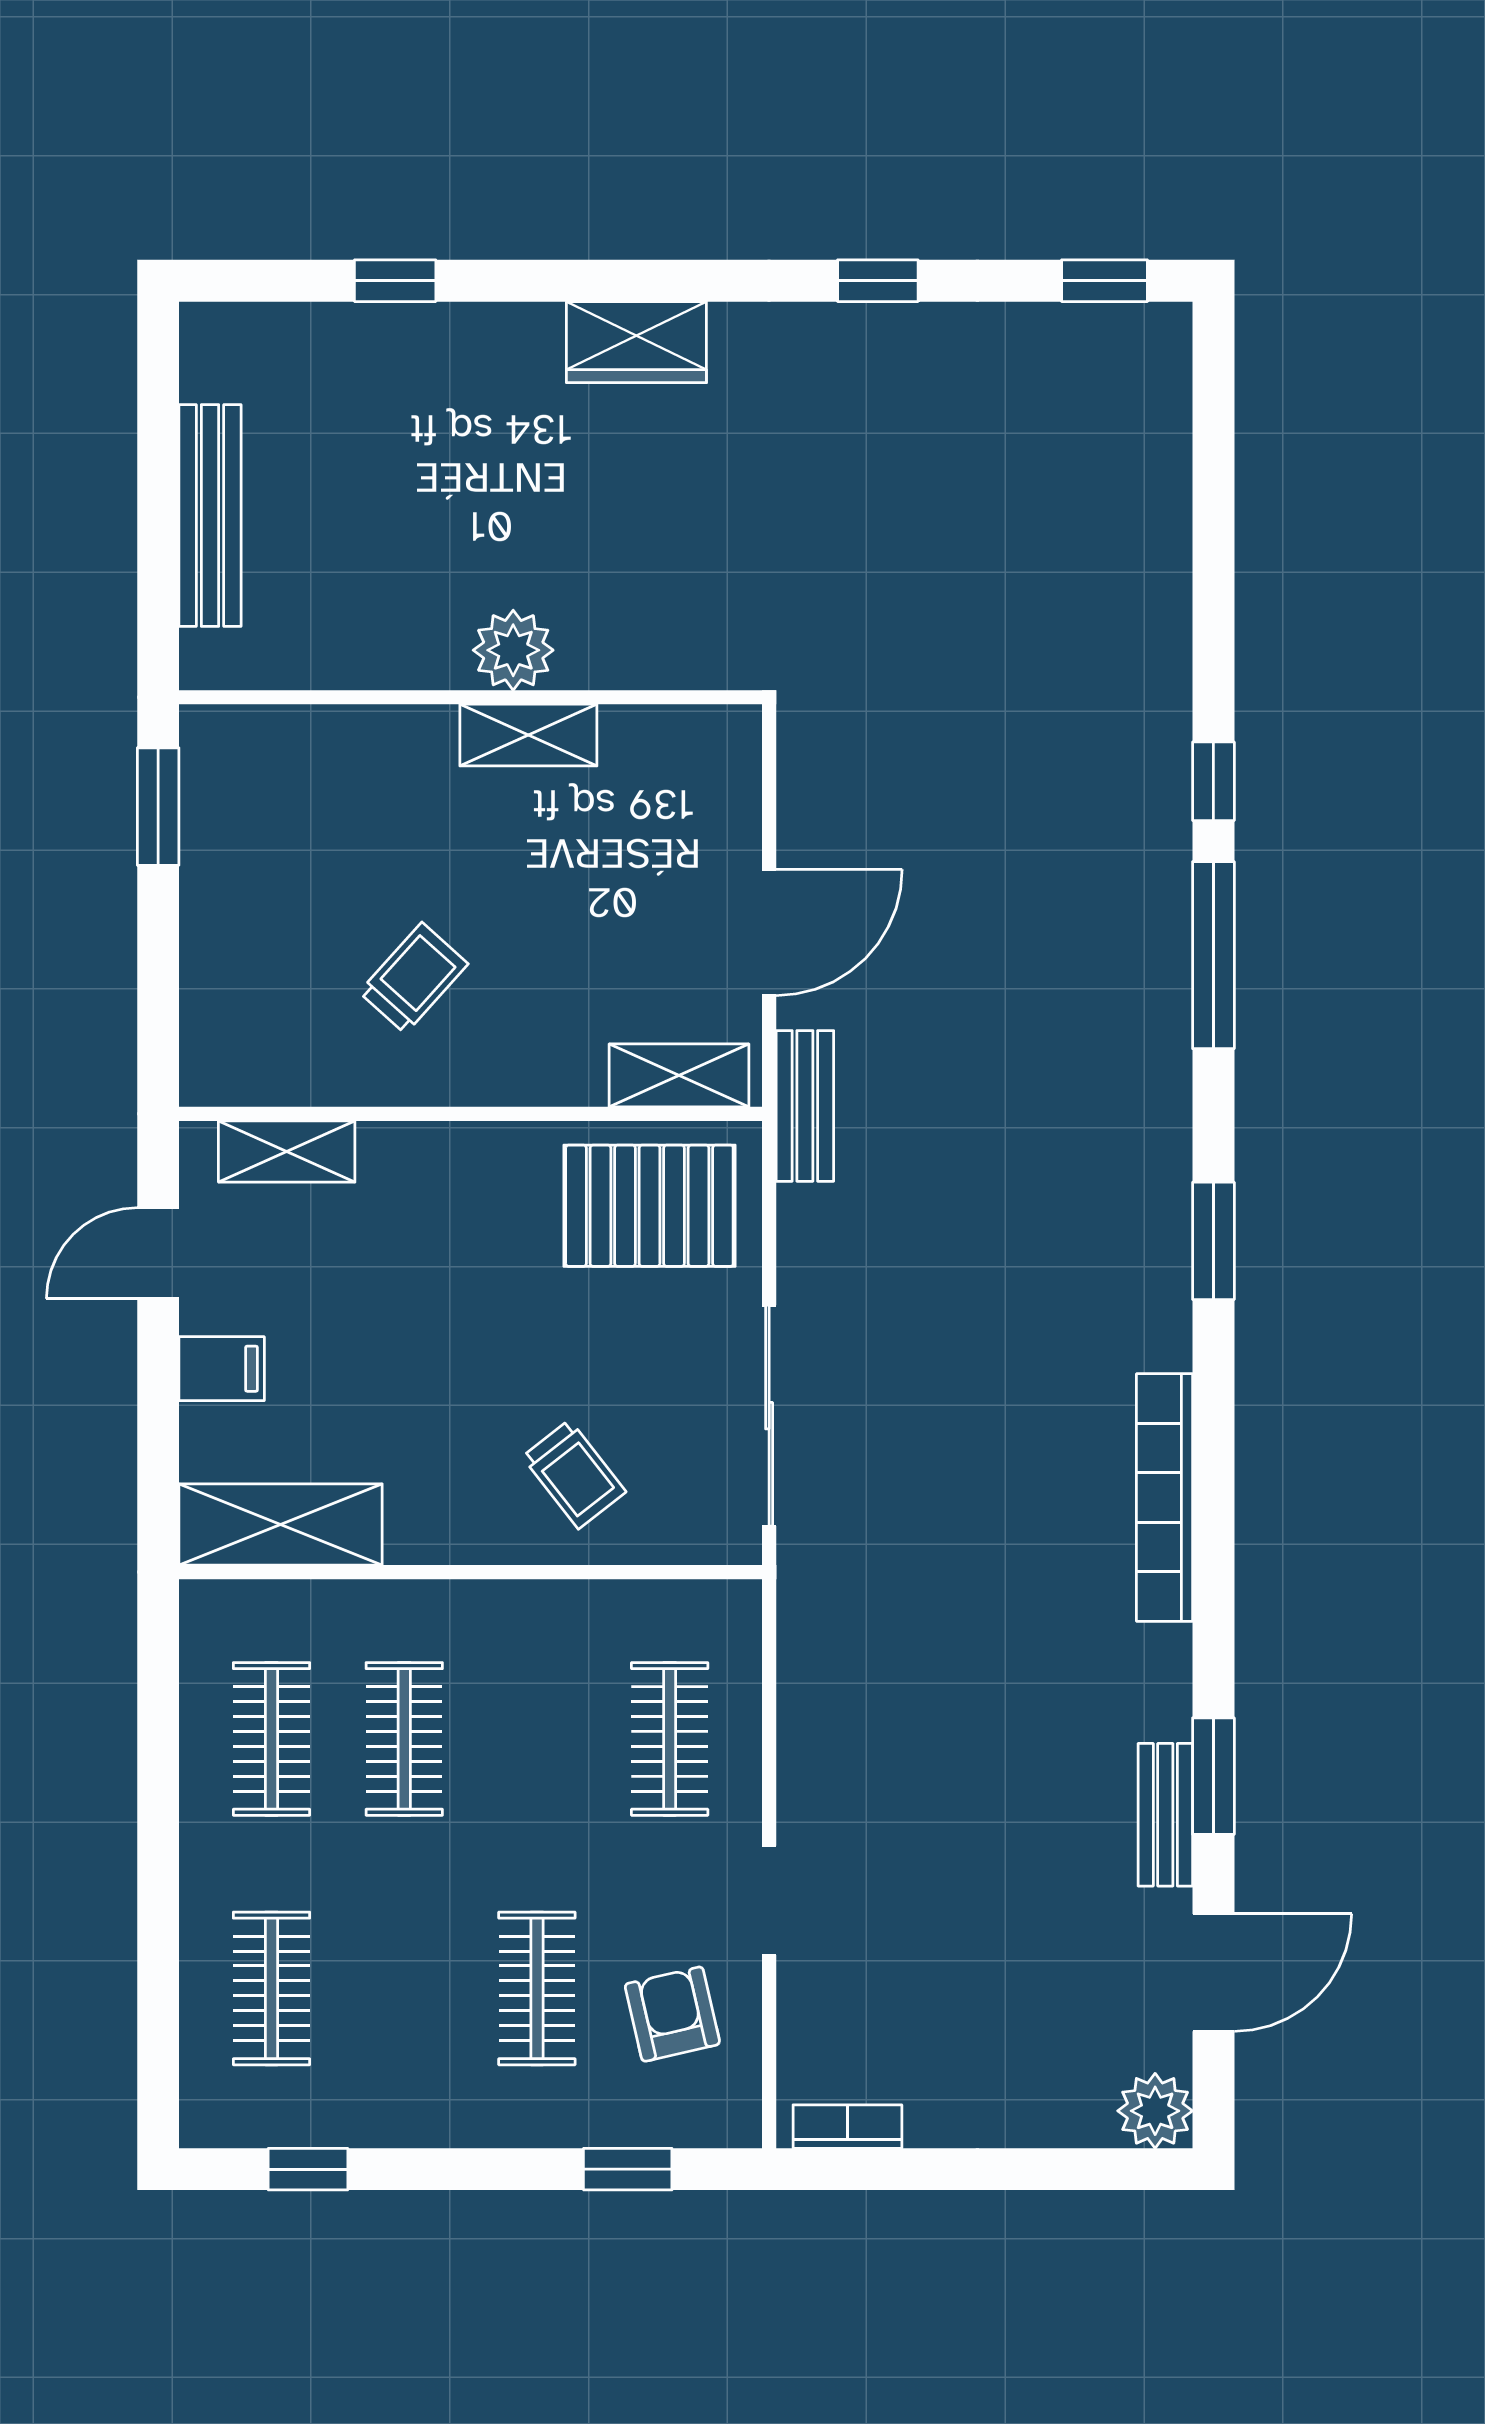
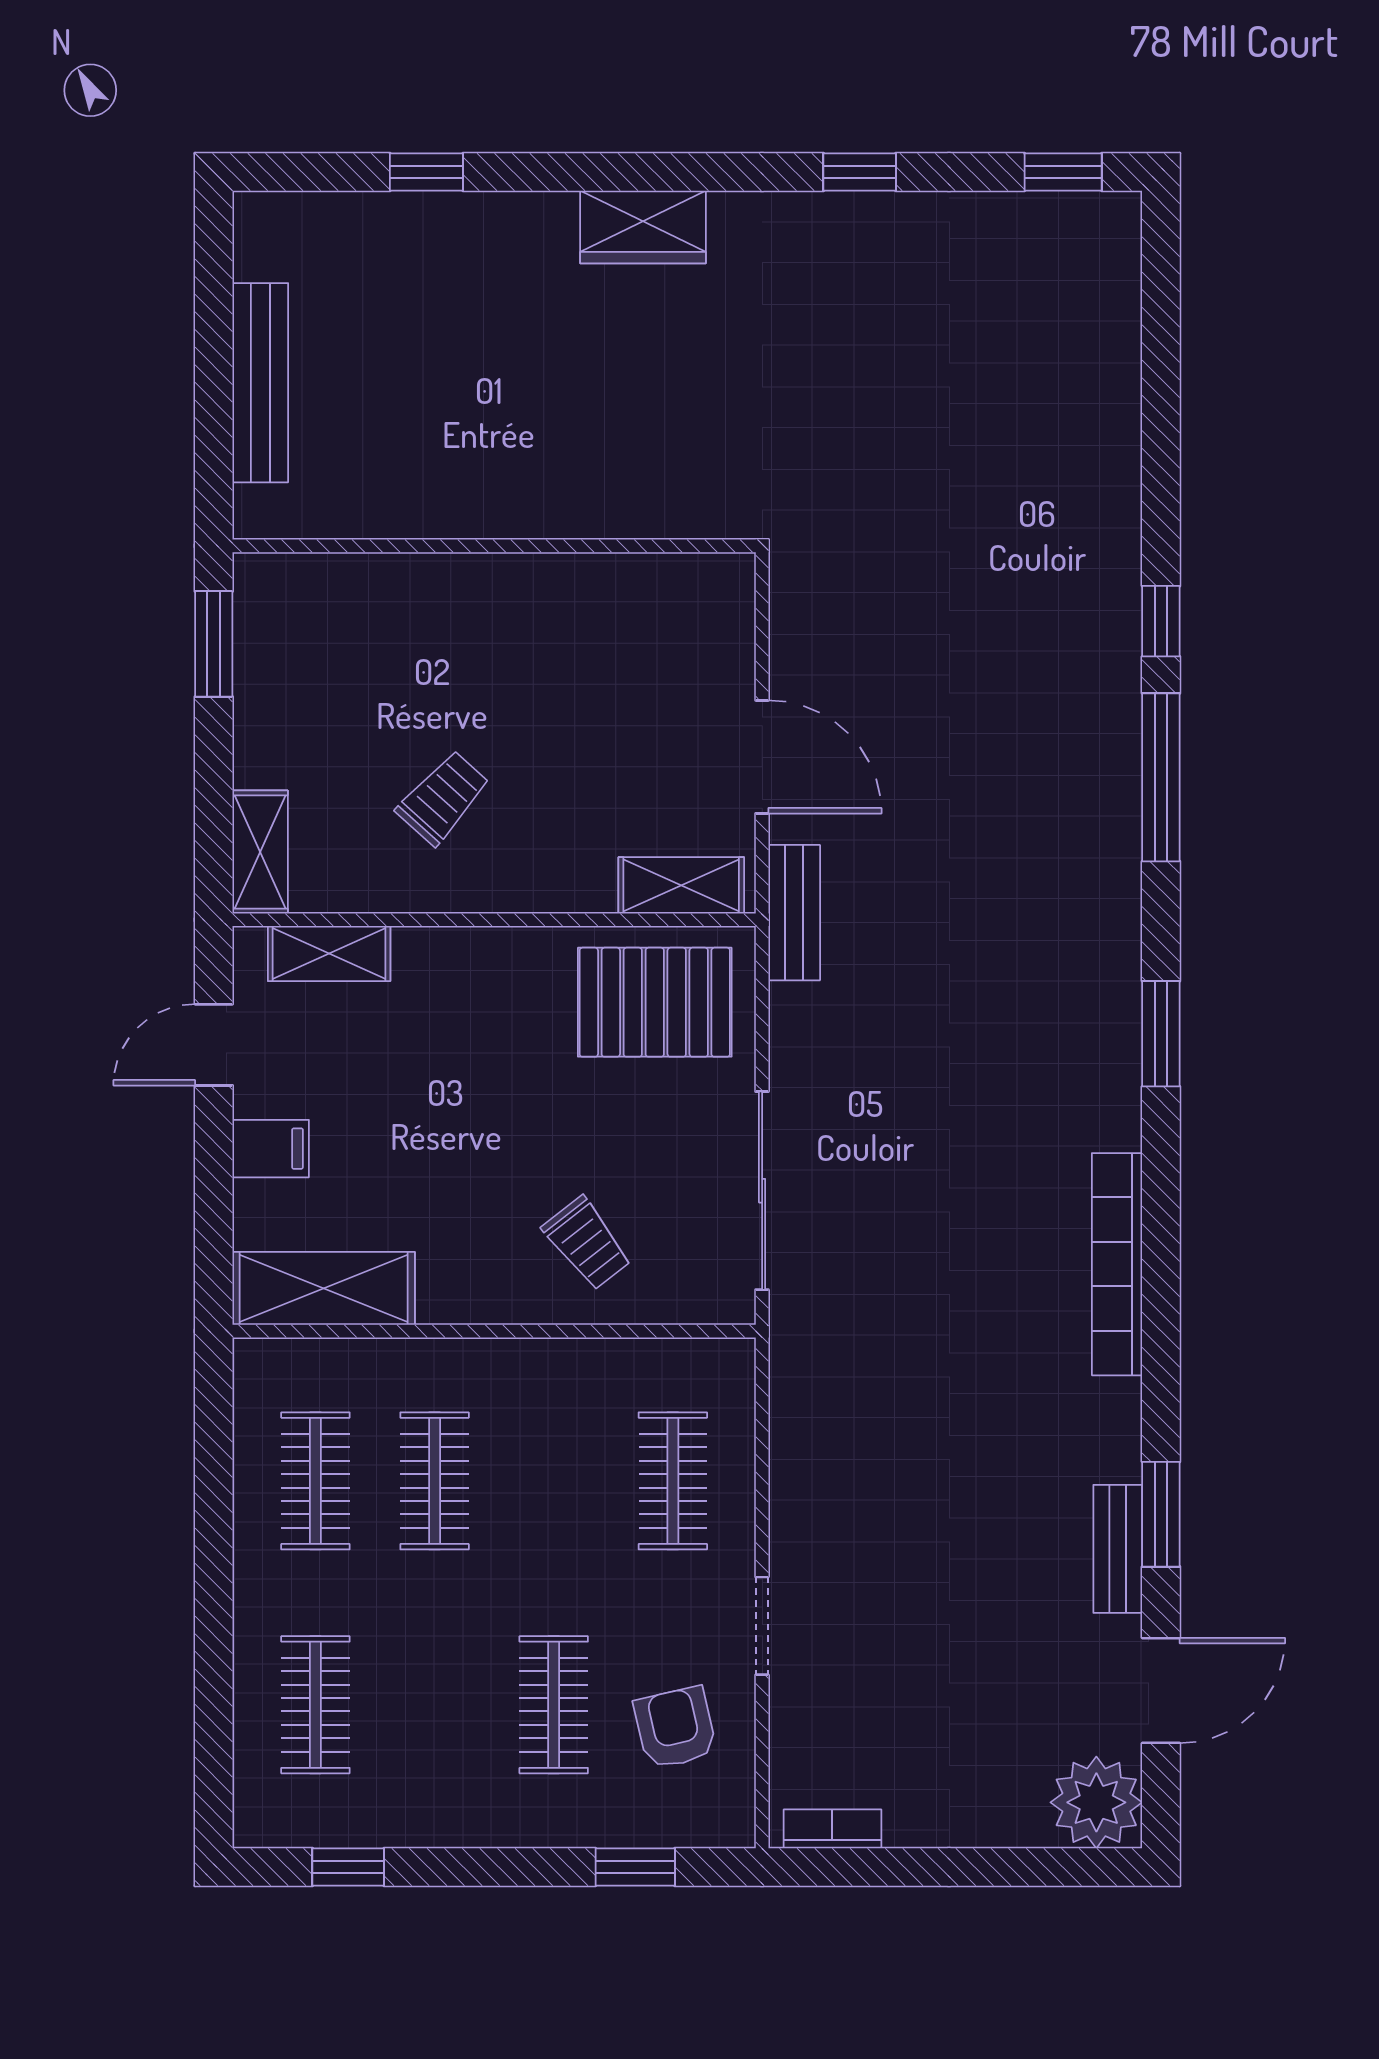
plant: (513, 650) -> (532, 504), removed
shelving: (528, 735) -> (260, 852), moved, turned 90
door: (769, 932) -> (762, 757), hinge flipped
plant: (1155, 2111) -> (1096, 1802), width x1.36, depth x1.36

